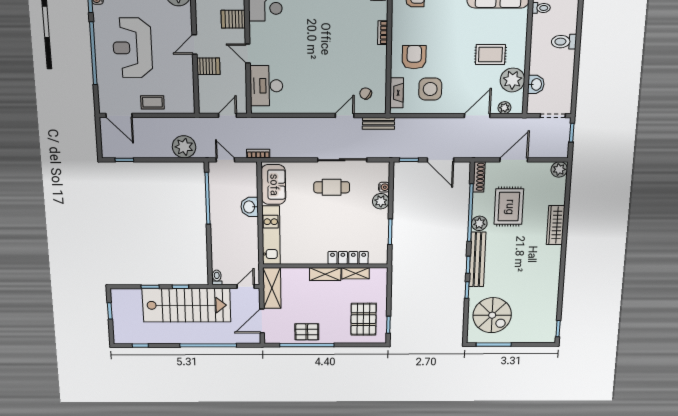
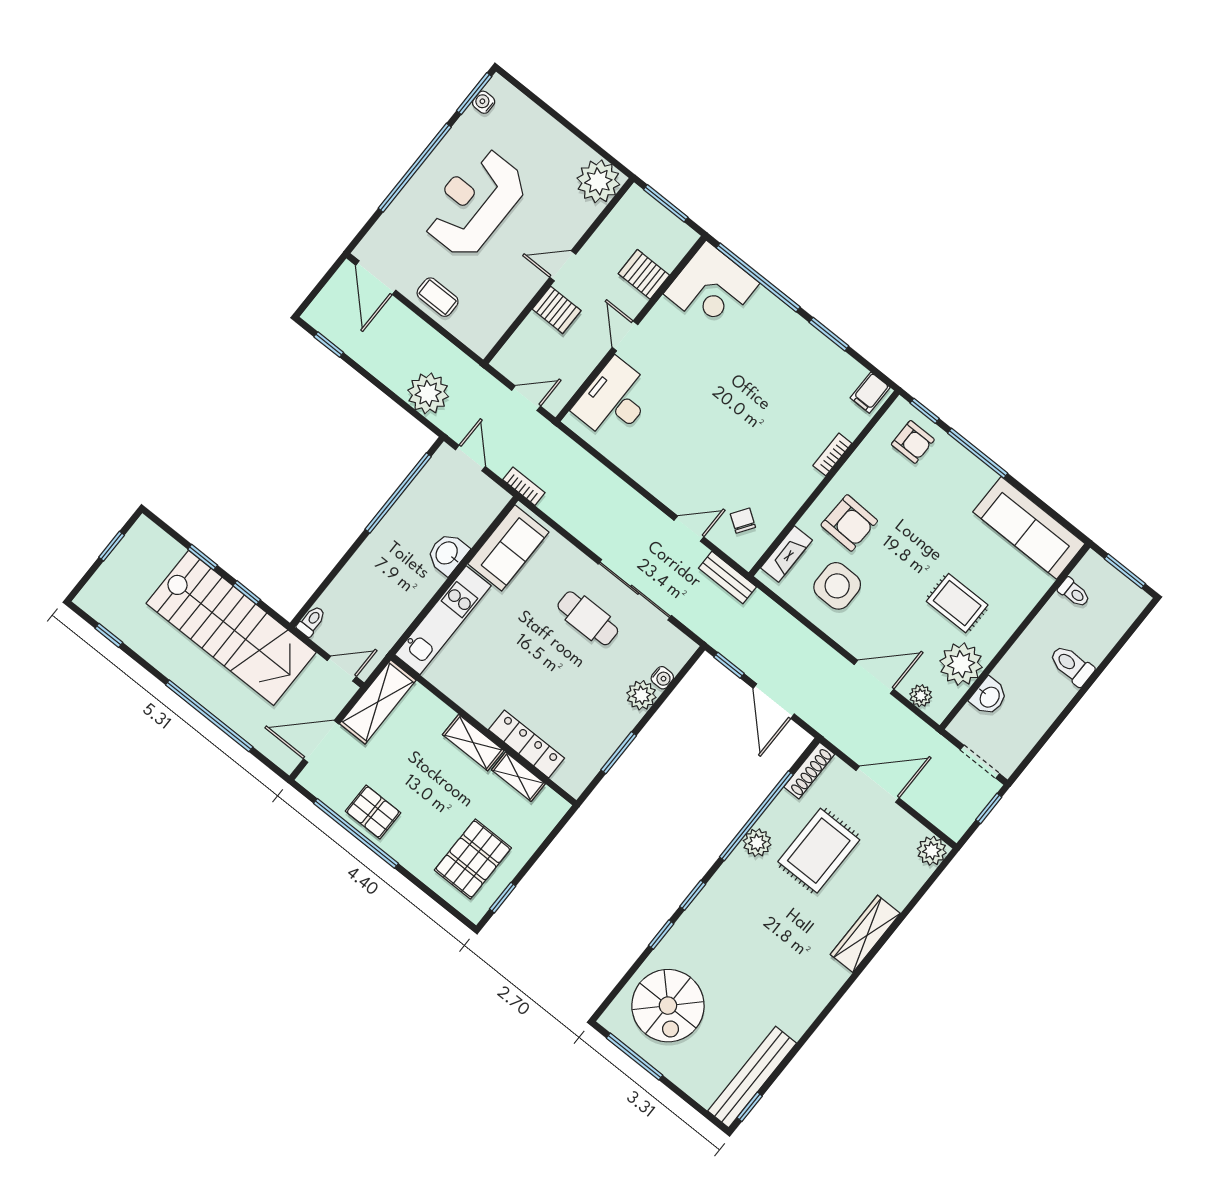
armchair: (414, 57) -> (849, 523), turned 92
bench: (477, 259) -> (752, 1077), moved

